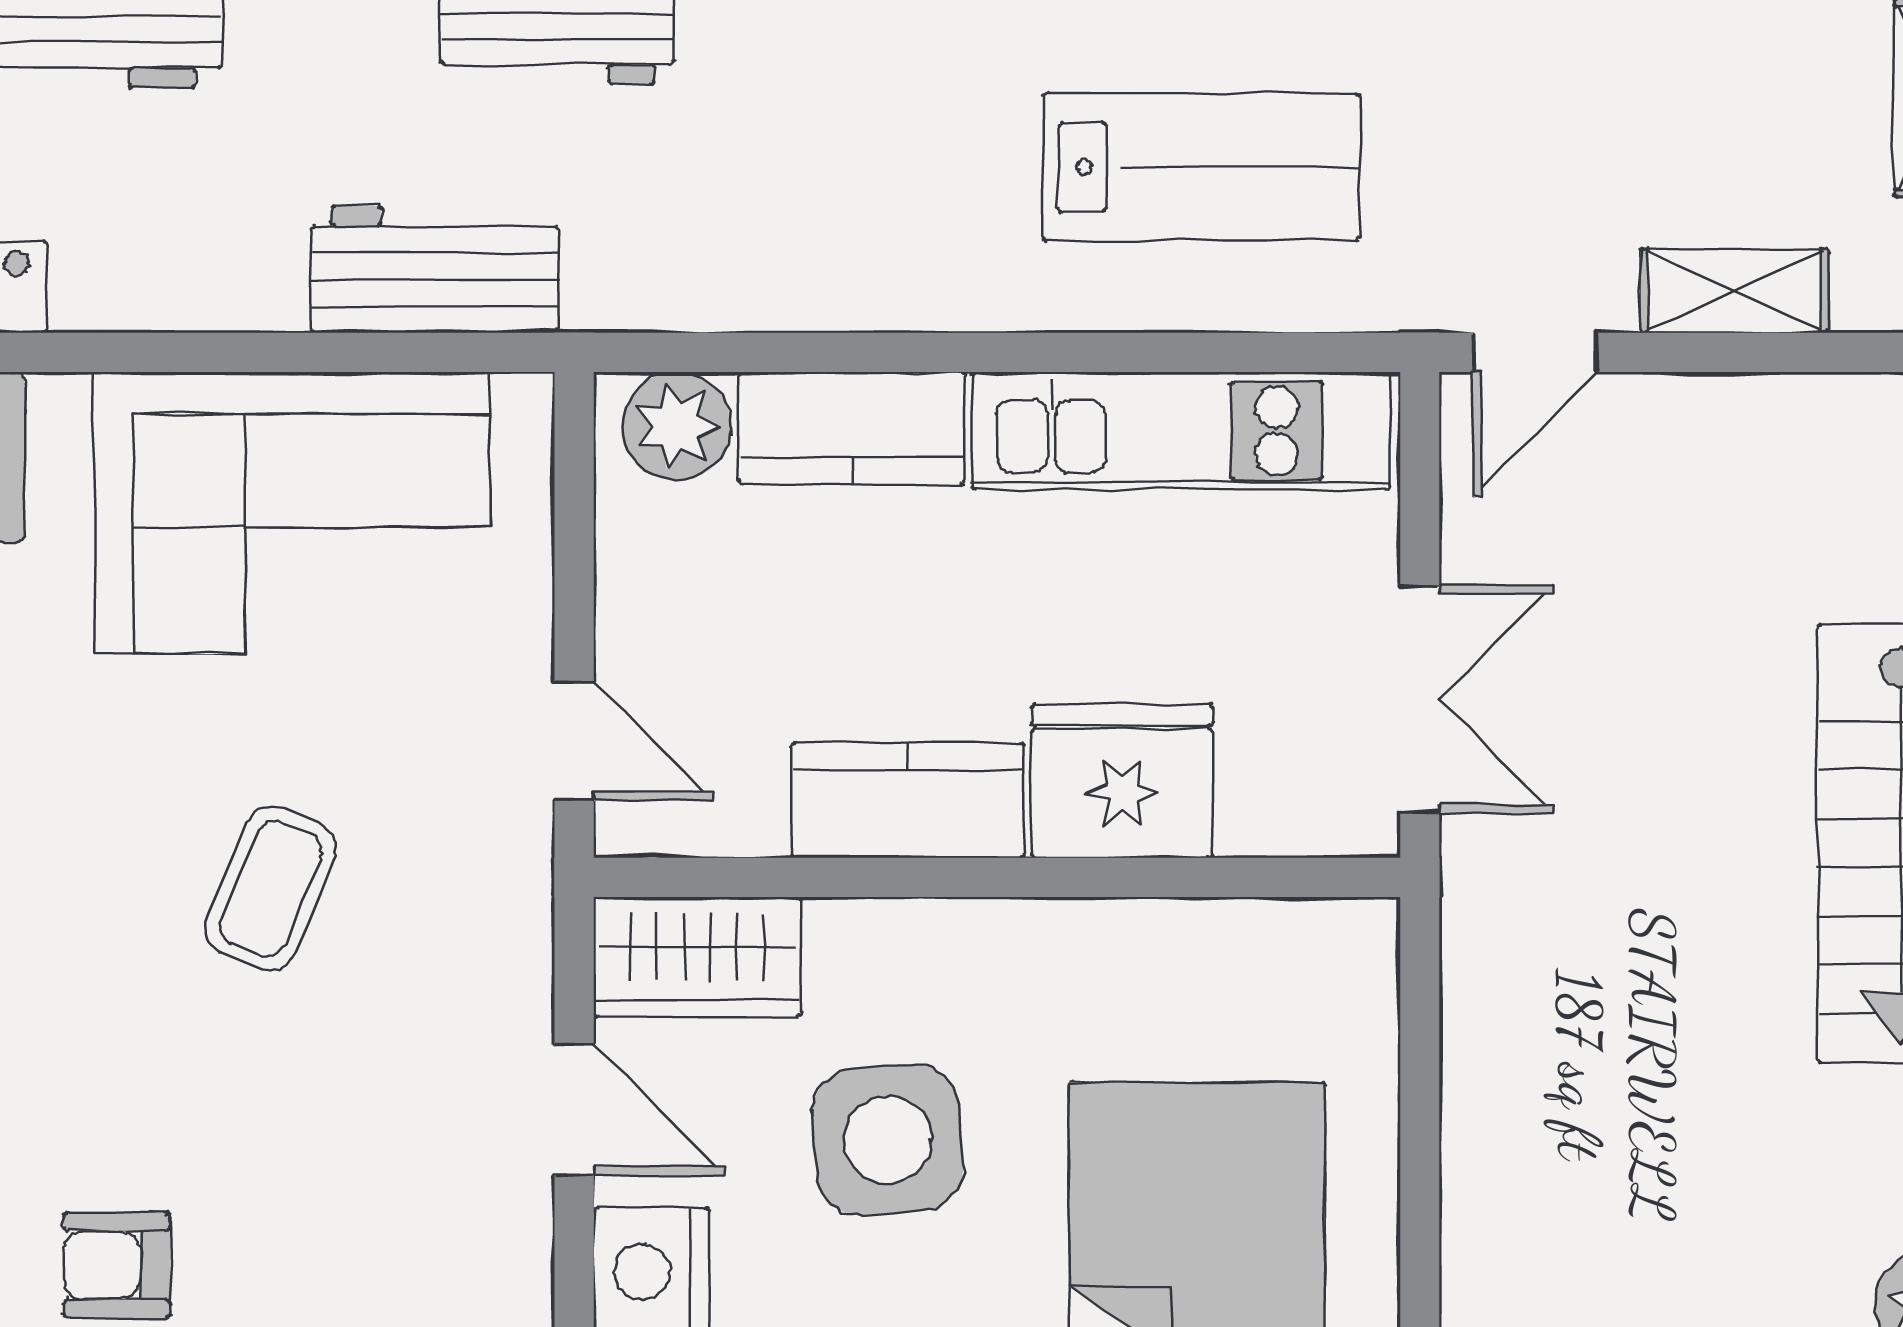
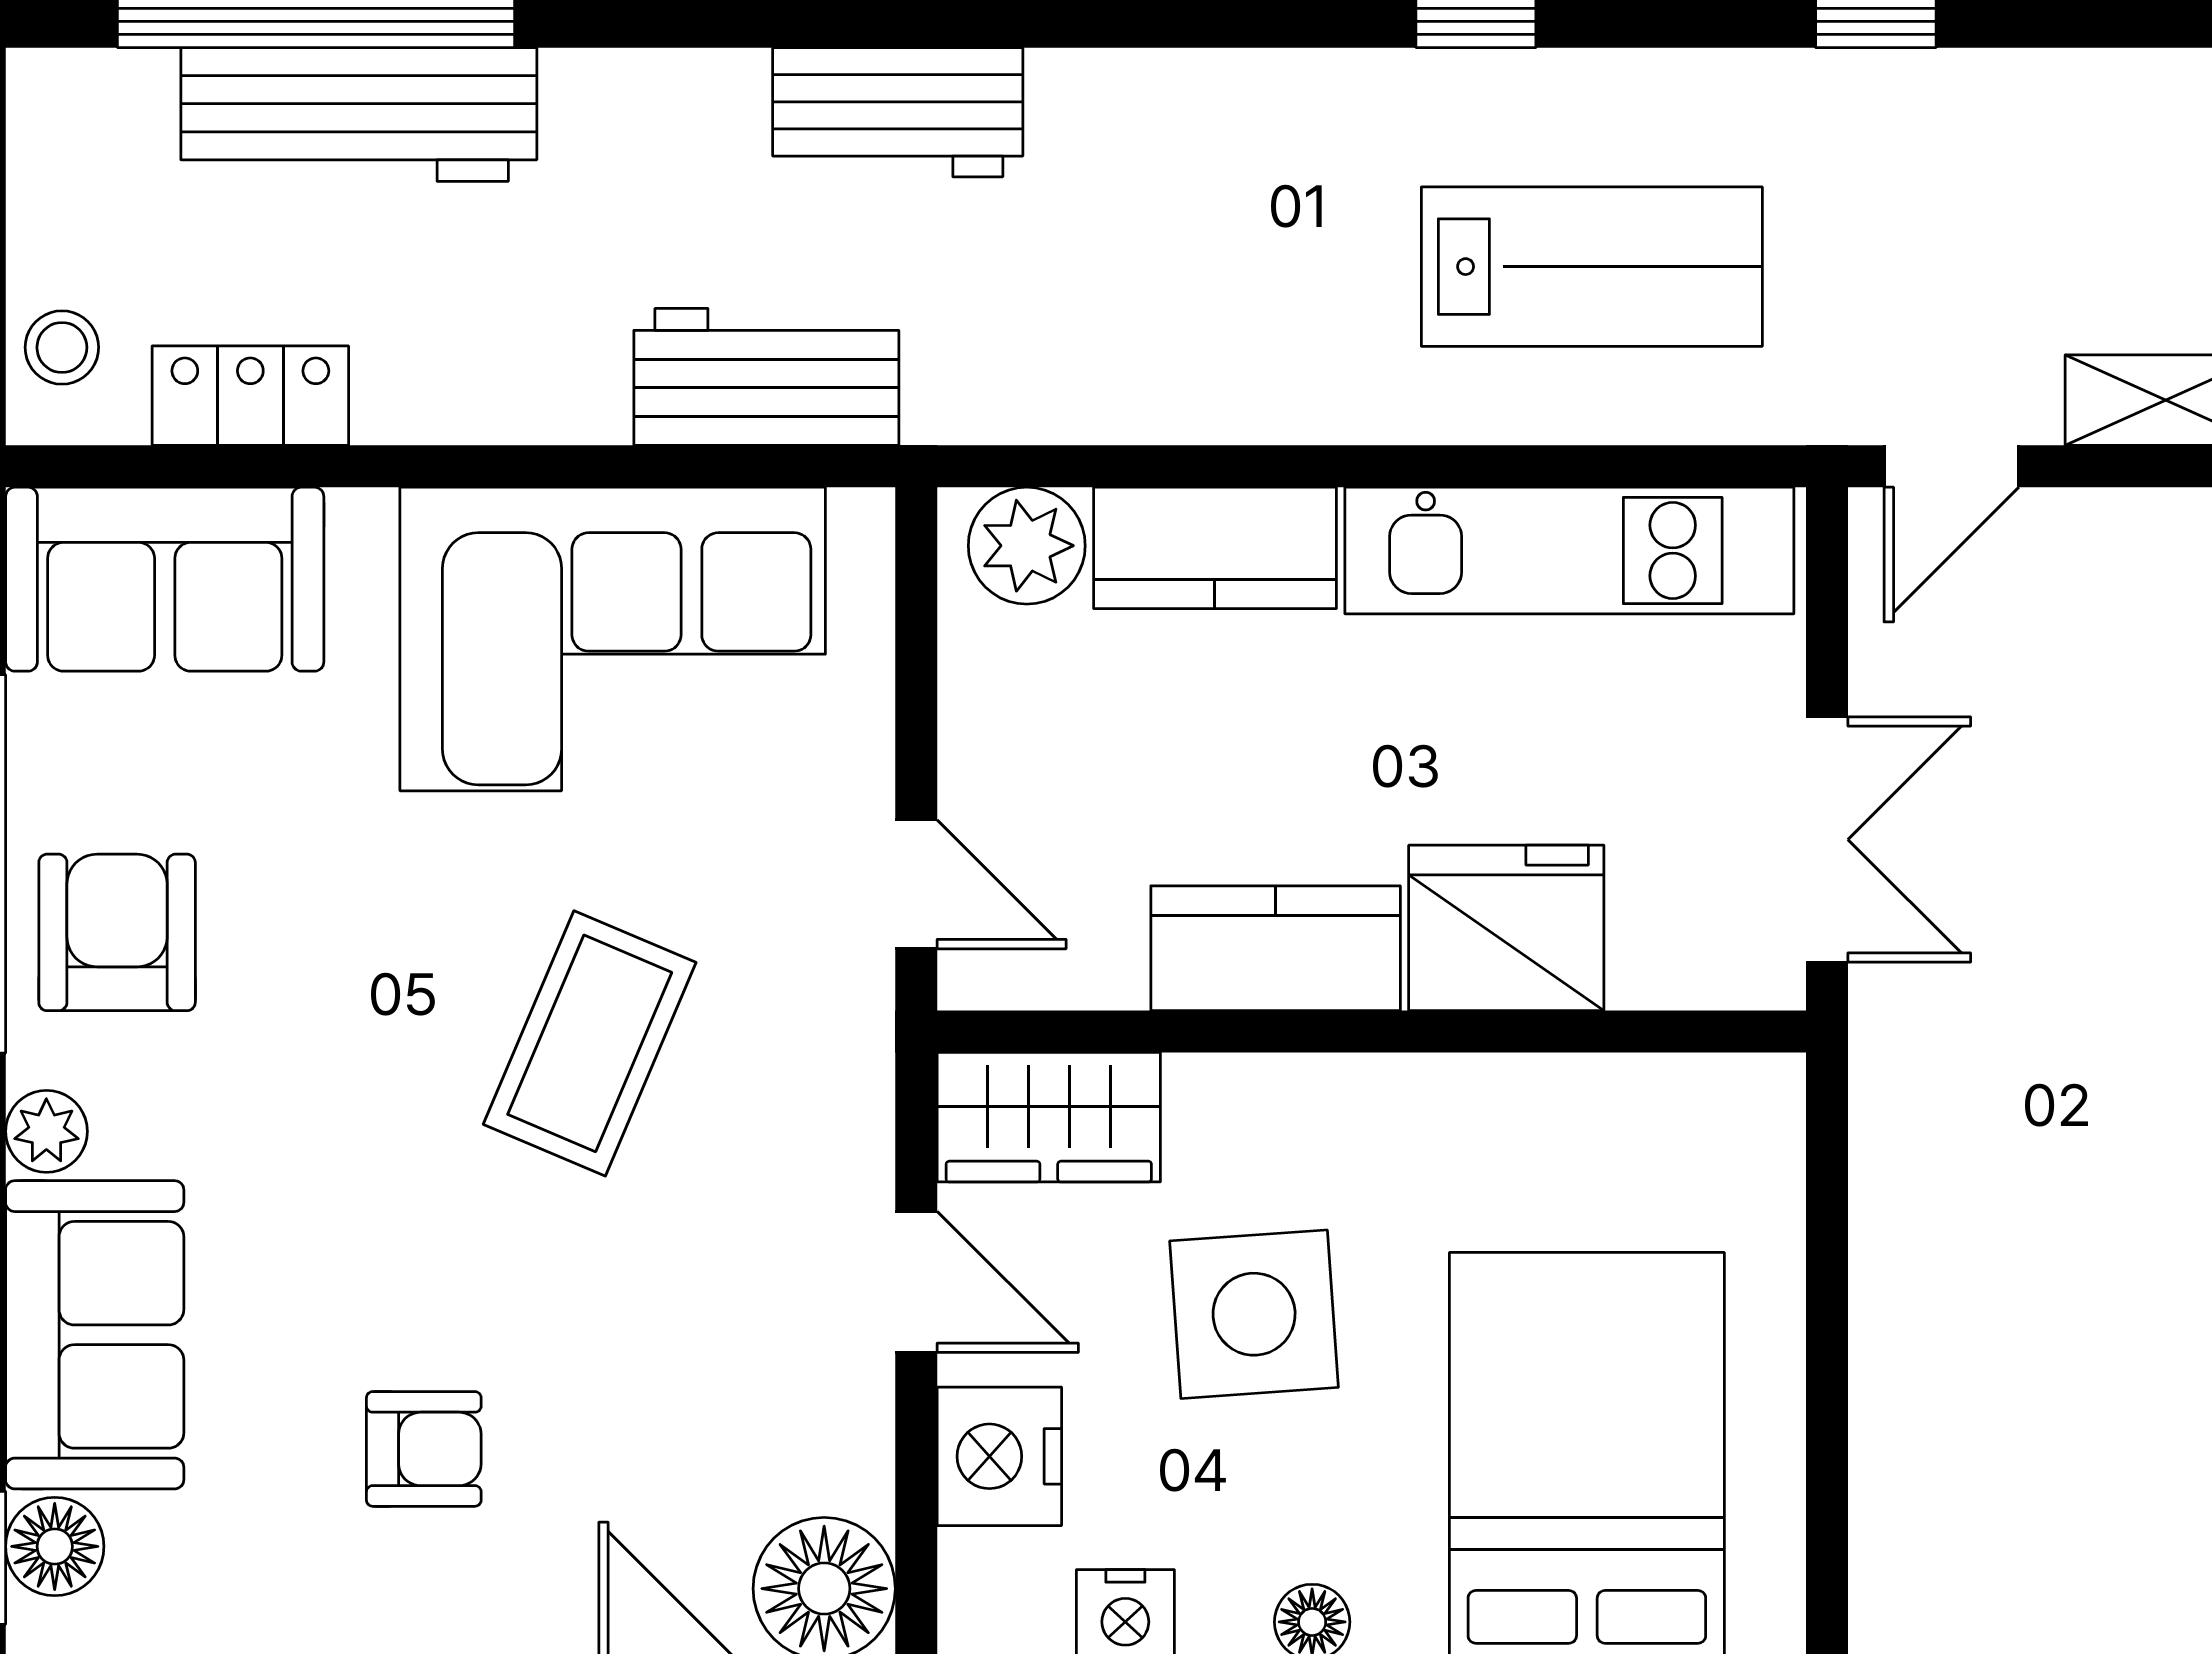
coffee table: (271, 888) -> (590, 1043), width x1.36, depth x1.30
armchair: (117, 1265) -> (424, 1449), turned 180

